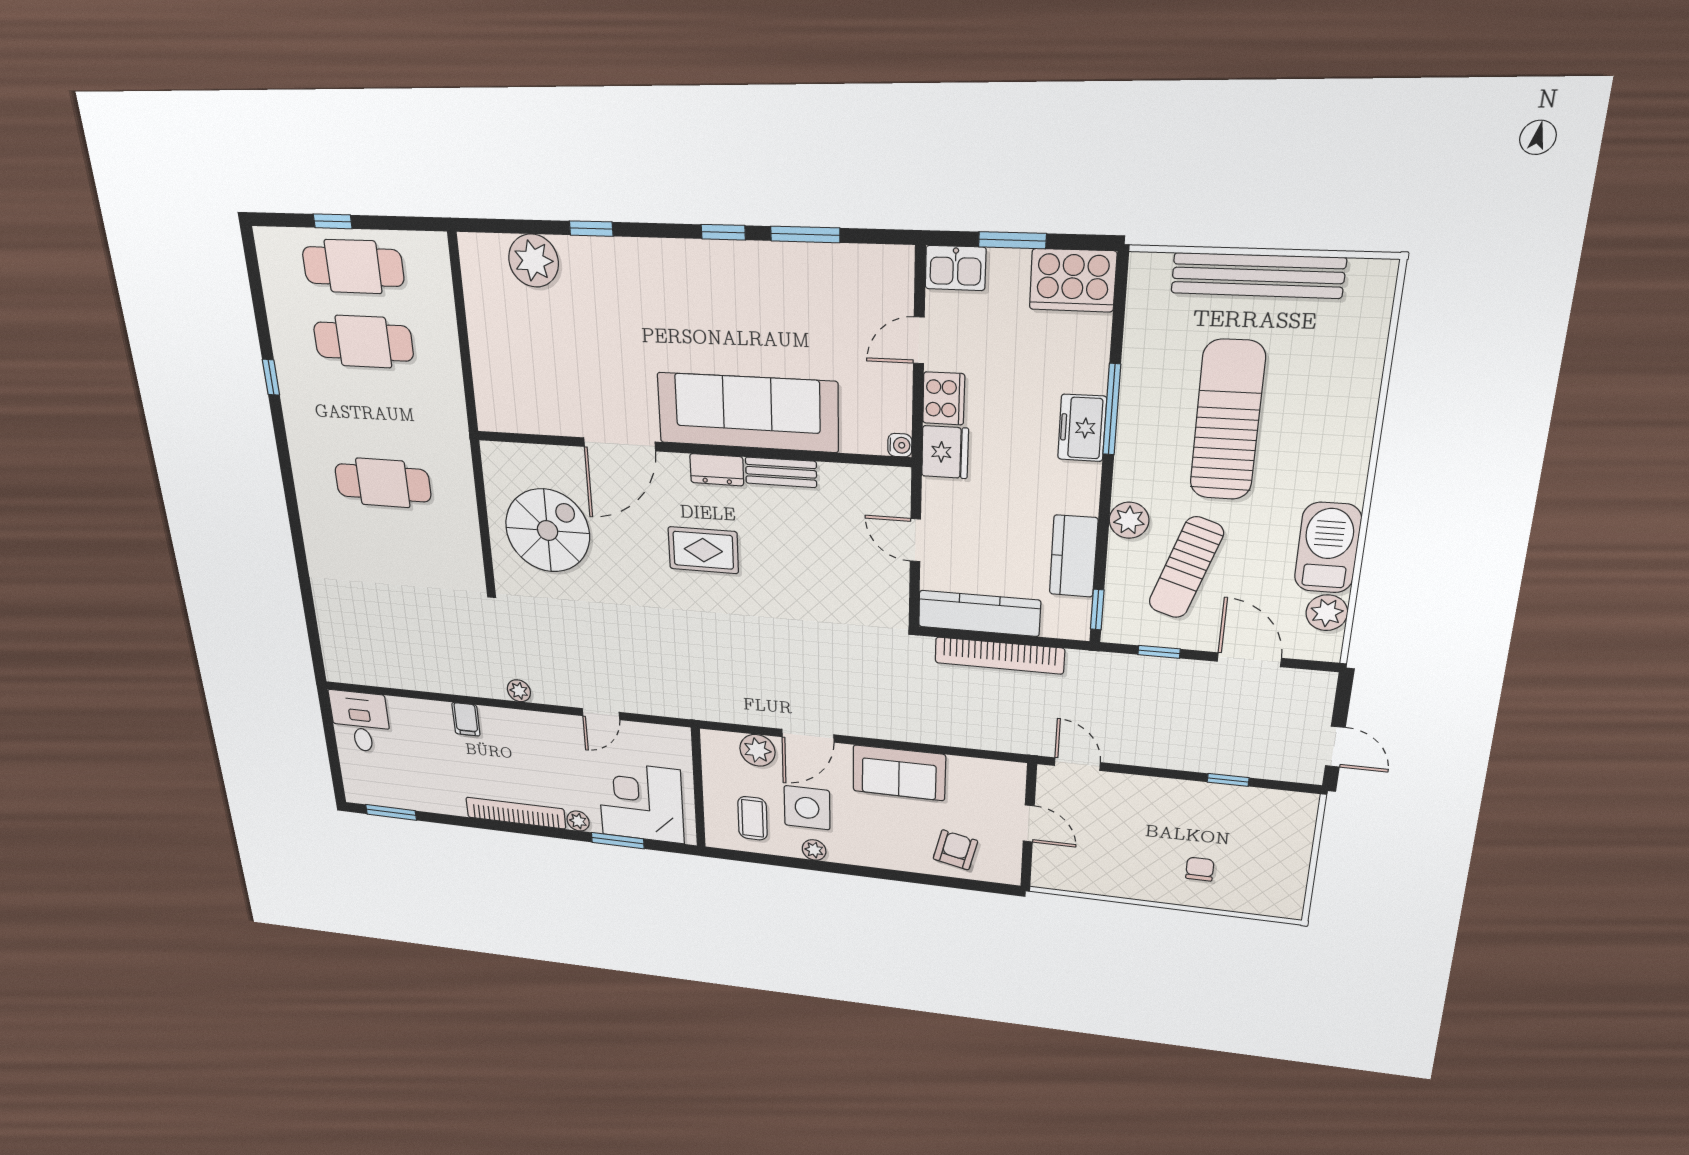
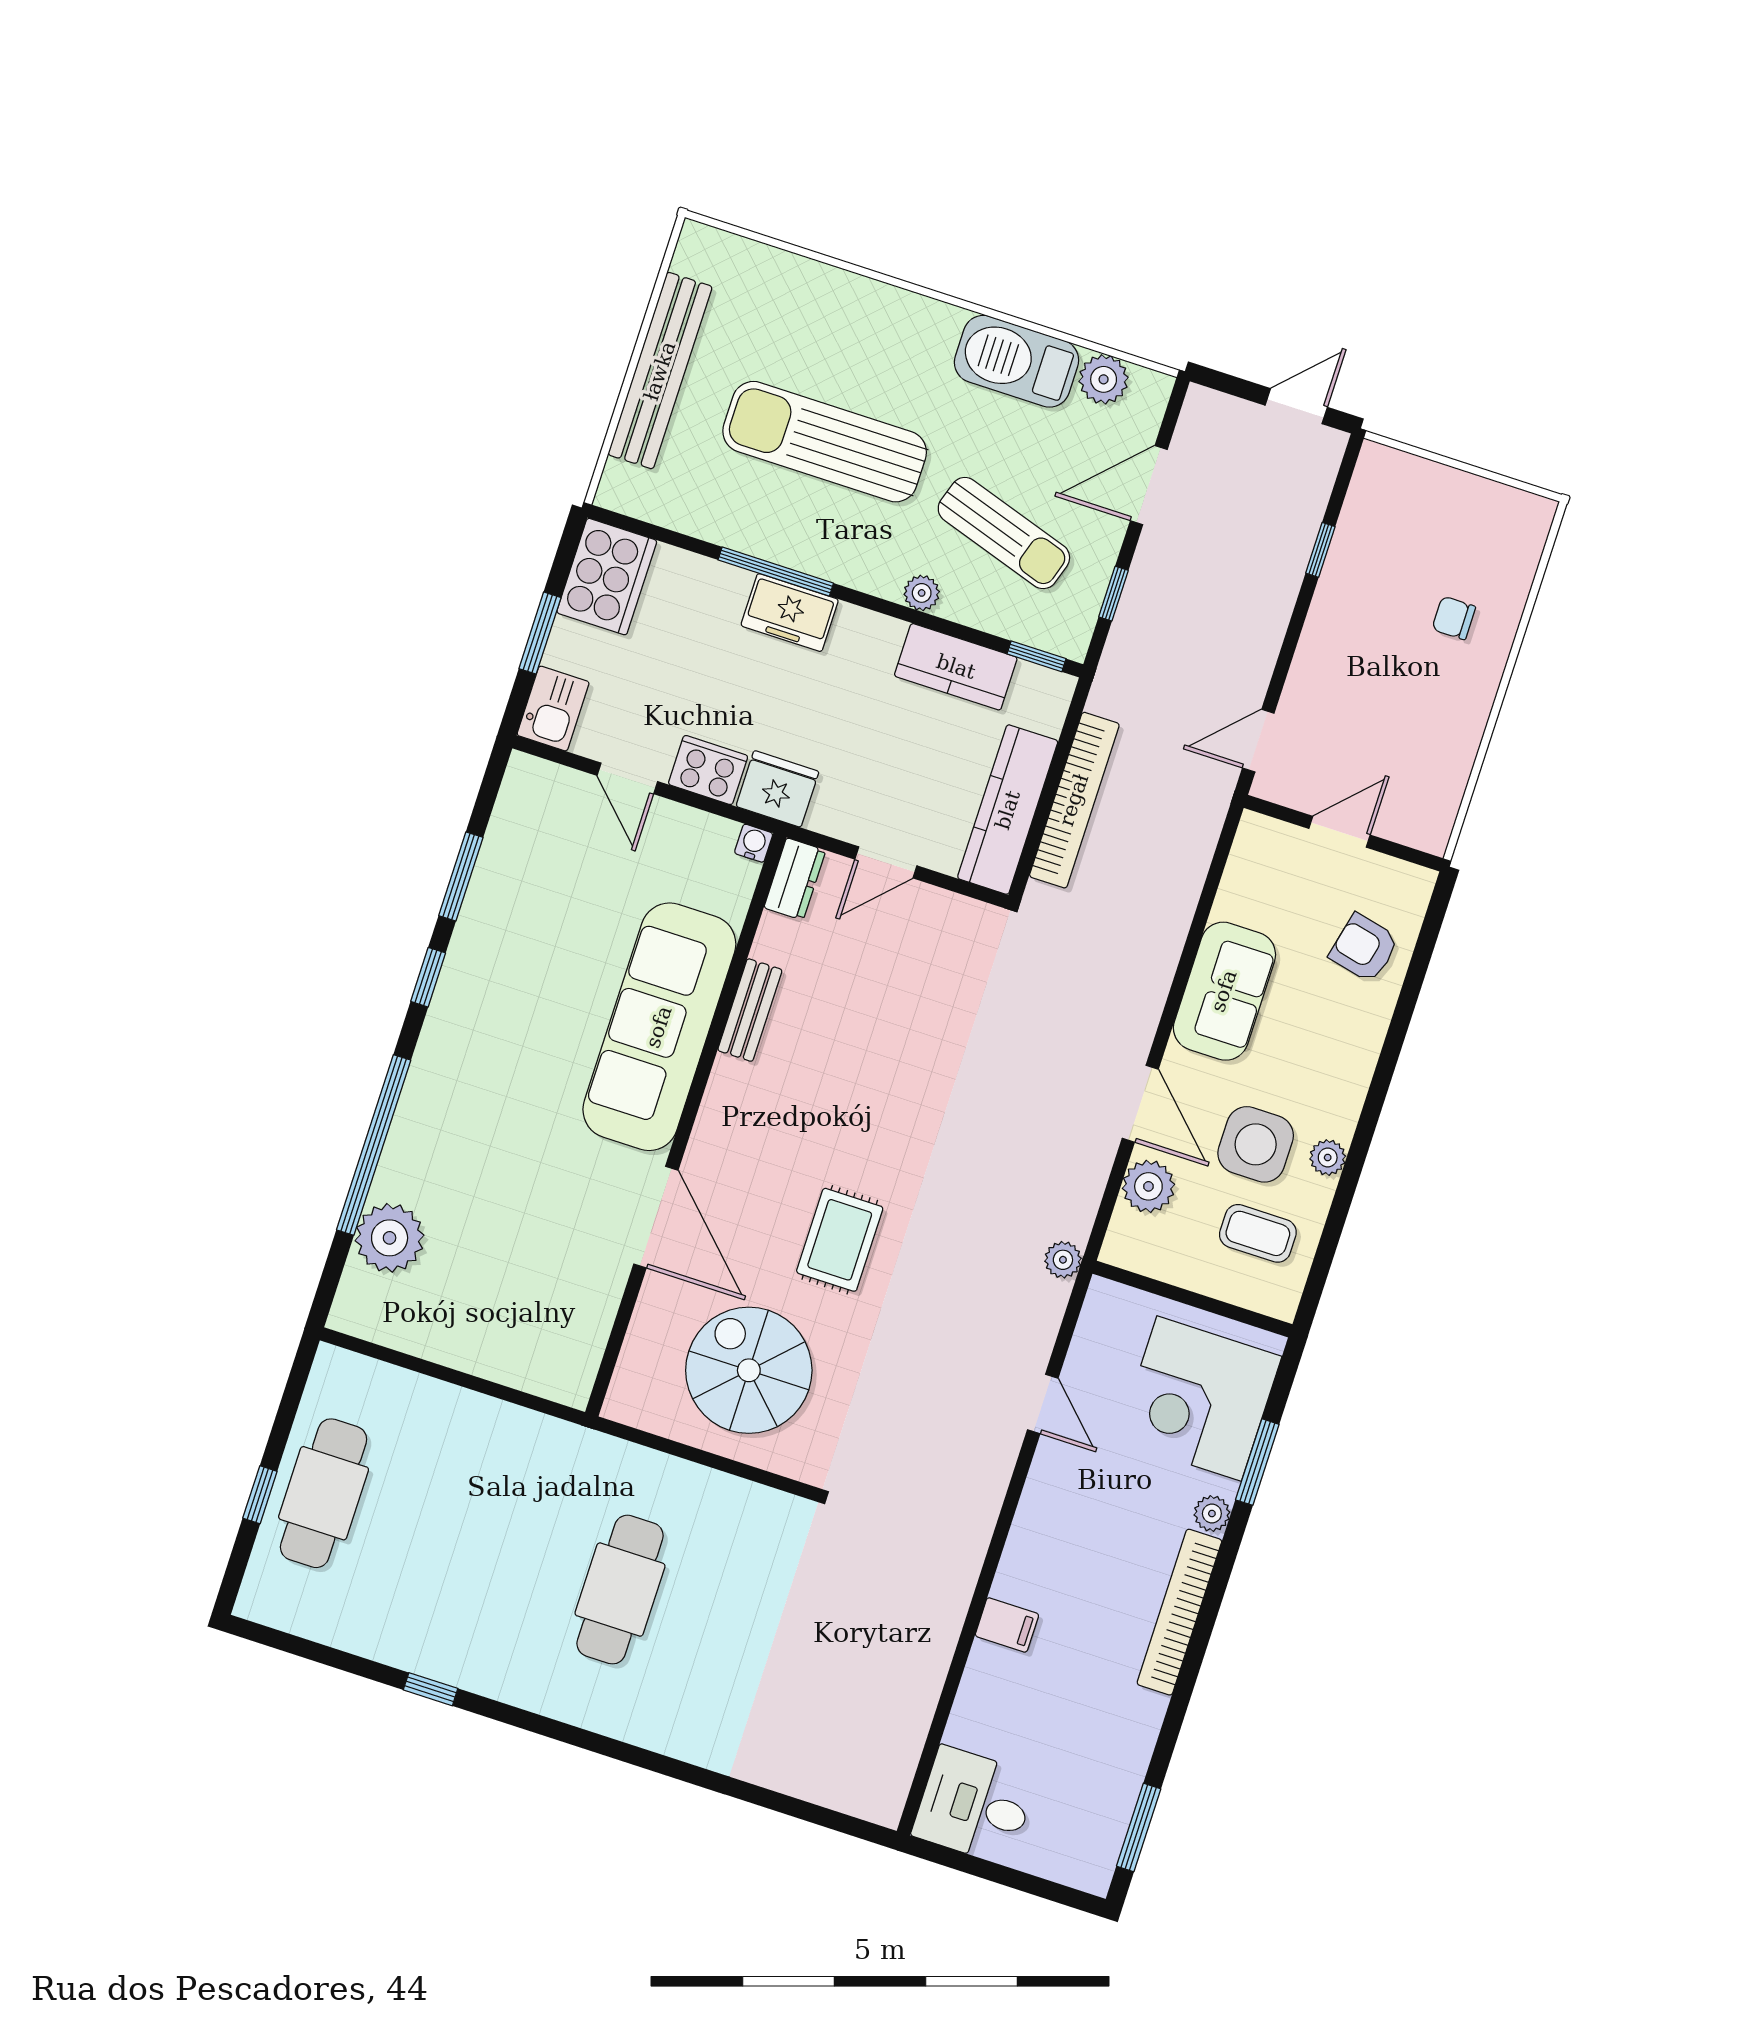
window: (591, 229) -> (374, 1145), width x3.17
cafe table: (363, 342) -> (422, 1525), removed
dresser: (717, 470) -> (795, 879), moved
plant: (1129, 520) -> (922, 593), width x0.73, depth x0.73
rug: (703, 550) -> (840, 1240), moved
plant: (519, 691) -> (1063, 1260), moved

